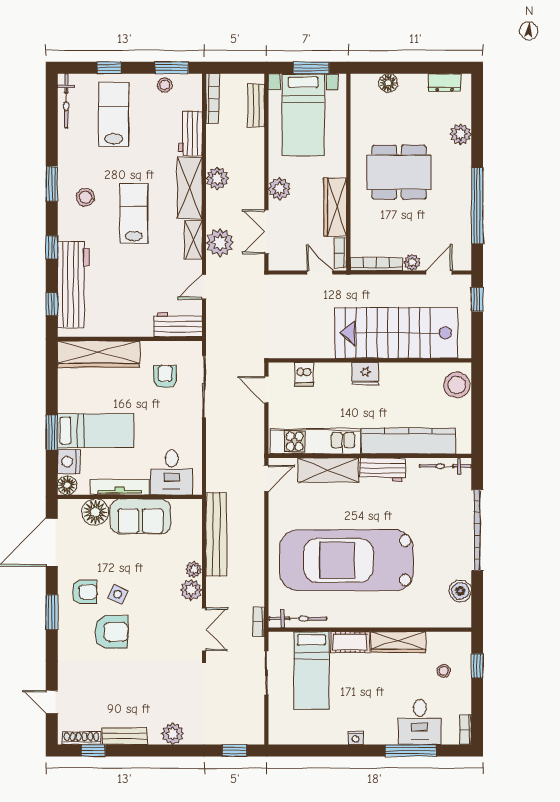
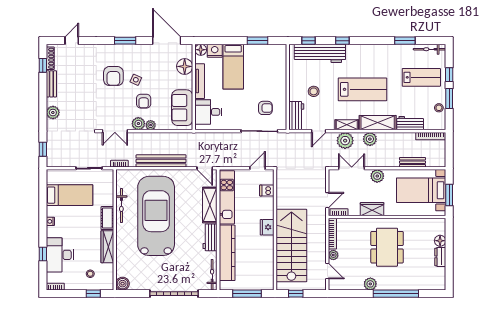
window: (172, 68) -> (449, 99), moved
dresser: (445, 83) -> (440, 257), moved
bench: (256, 105) -> (413, 162), moved
plant: (461, 134) -> (370, 284), moved
plant: (217, 178) -> (370, 139), moved
window: (52, 184) -> (405, 41), moved
stool: (85, 197) -> (314, 91), moved
window: (477, 205) -> (396, 294), moved
wardrobe: (335, 207) -> (372, 209), width x0.67
lab bench: (134, 213) -> (362, 89), width x1.36, depth x1.39
door: (204, 287) -> (319, 131), swing flipped
window: (477, 299) -> (296, 294), moved
wardrobe: (99, 354) -> (279, 68), removed
stool: (457, 385) -> (260, 282), removed
window: (477, 407) -> (247, 294), added
window: (52, 432) -> (258, 41), moved
sofa: (140, 516) -> (182, 108), moved
bench: (216, 534) -> (161, 161), moved
boiler: (460, 591) -> (123, 284), moved
armchair: (85, 592) -> (144, 101), moved
bicycle: (298, 618) -> (121, 206), moved
bed: (312, 671) -> (70, 195), moved, turned 180
desk: (420, 722) -> (60, 255), width x1.37
window: (410, 751) -> (43, 254), width x0.46

